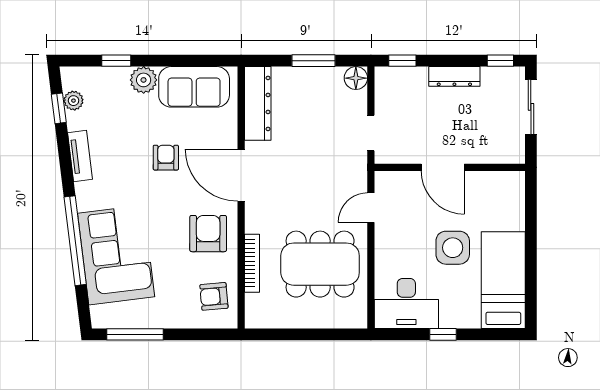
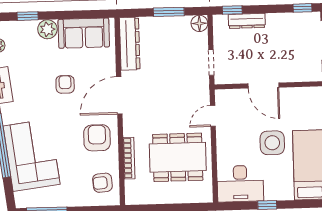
dresser: (454, 76) -> (247, 21), moved
door: (241, 175) -> (119, 95), hinge flipped

